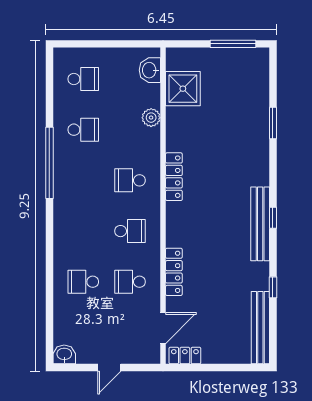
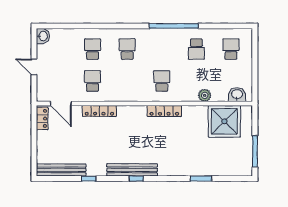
school desk: (83, 79) -> (231, 49), turned 180
shower: (183, 89) -> (224, 121), width x1.37, depth x1.37
school desk: (130, 231) -> (127, 49), moved, turned 180

